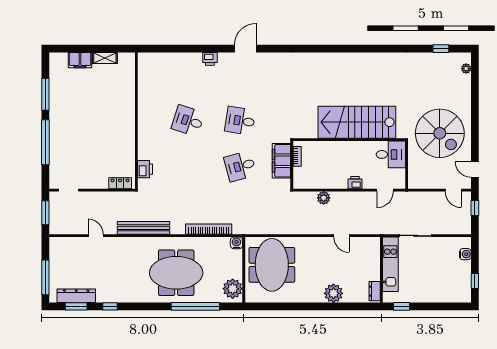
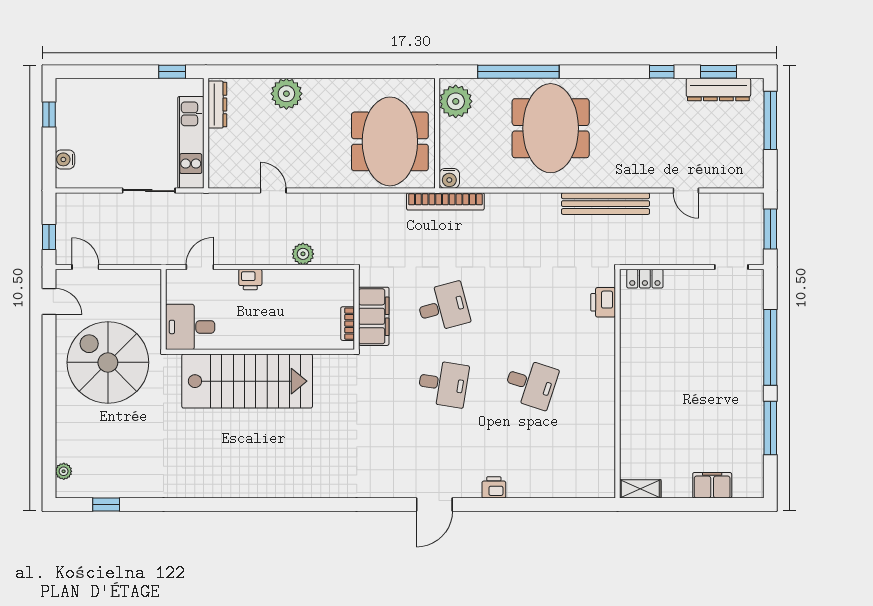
shelving: (105, 58) -> (640, 489), moved
bookcase: (209, 229) -> (445, 201), moved
meeting table: (176, 273) -> (551, 128), turned 90
dresser: (375, 291) -> (217, 105), width x1.44

